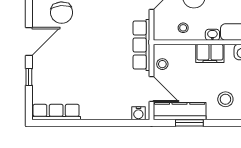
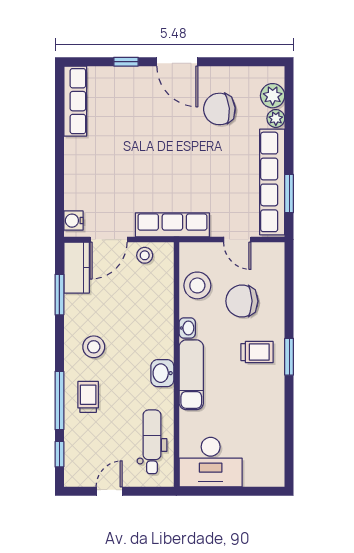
stool: (183, 28) -> (197, 285), width x1.89, depth x1.89
filing cabinet: (210, 53) -> (160, 324), removed
kitchen counter: (180, 111) -> (77, 268), width x0.67

